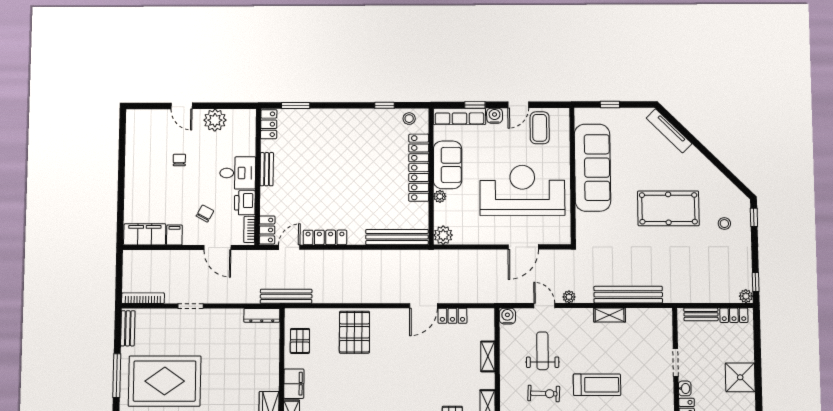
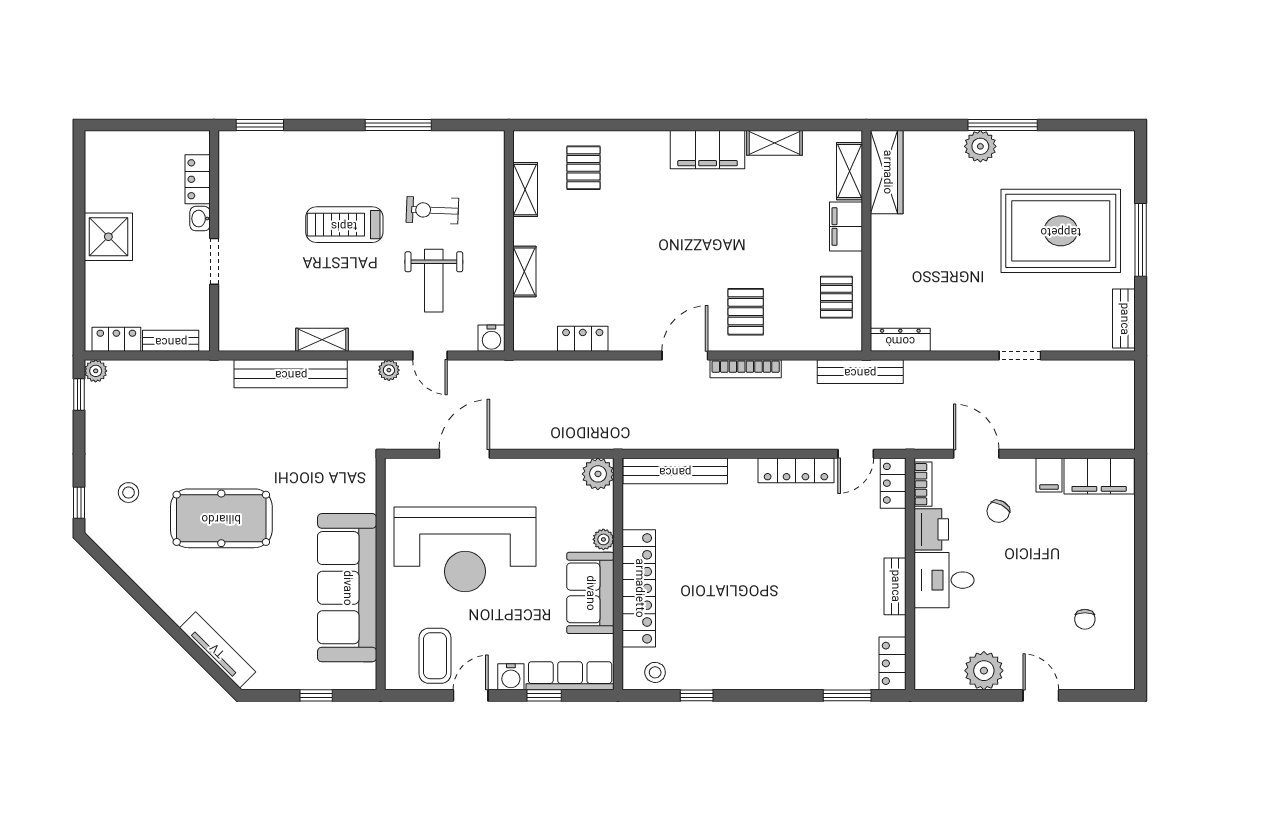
chair: (179, 160) -> (1085, 619), moved
bookcase: (143, 298) -> (746, 369), moved
door: (423, 306) -> (685, 356), moved
pallet: (354, 332) -> (746, 312), width x0.67, depth x0.71

